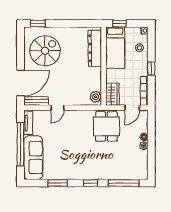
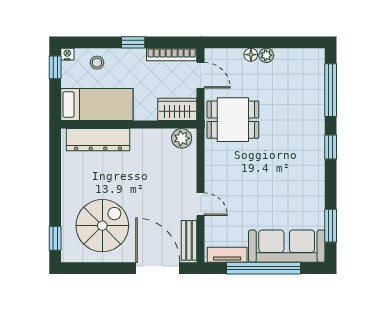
window: (119, 23) -> (55, 67), moved
spiral stairs: (45, 51) -> (102, 226), turned 90
window: (58, 183) -> (331, 226), moved

